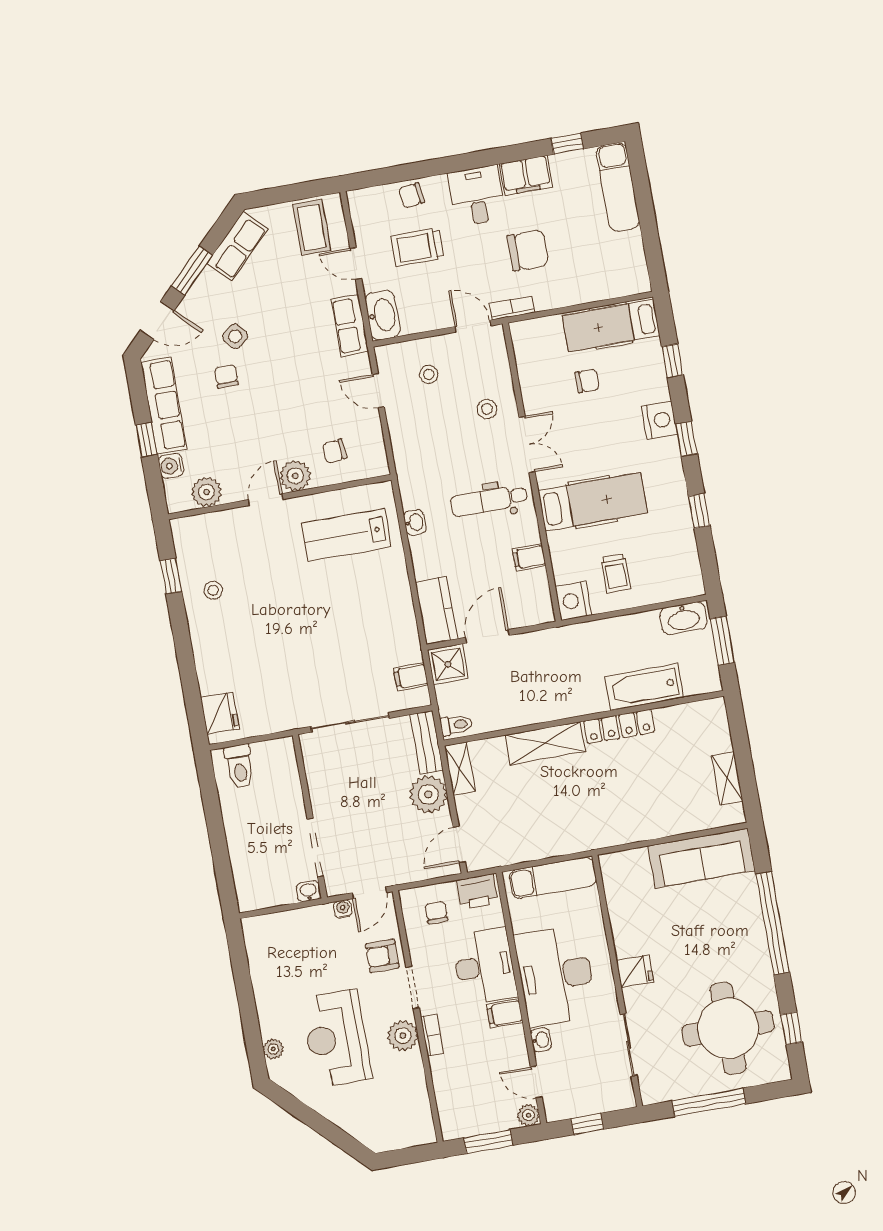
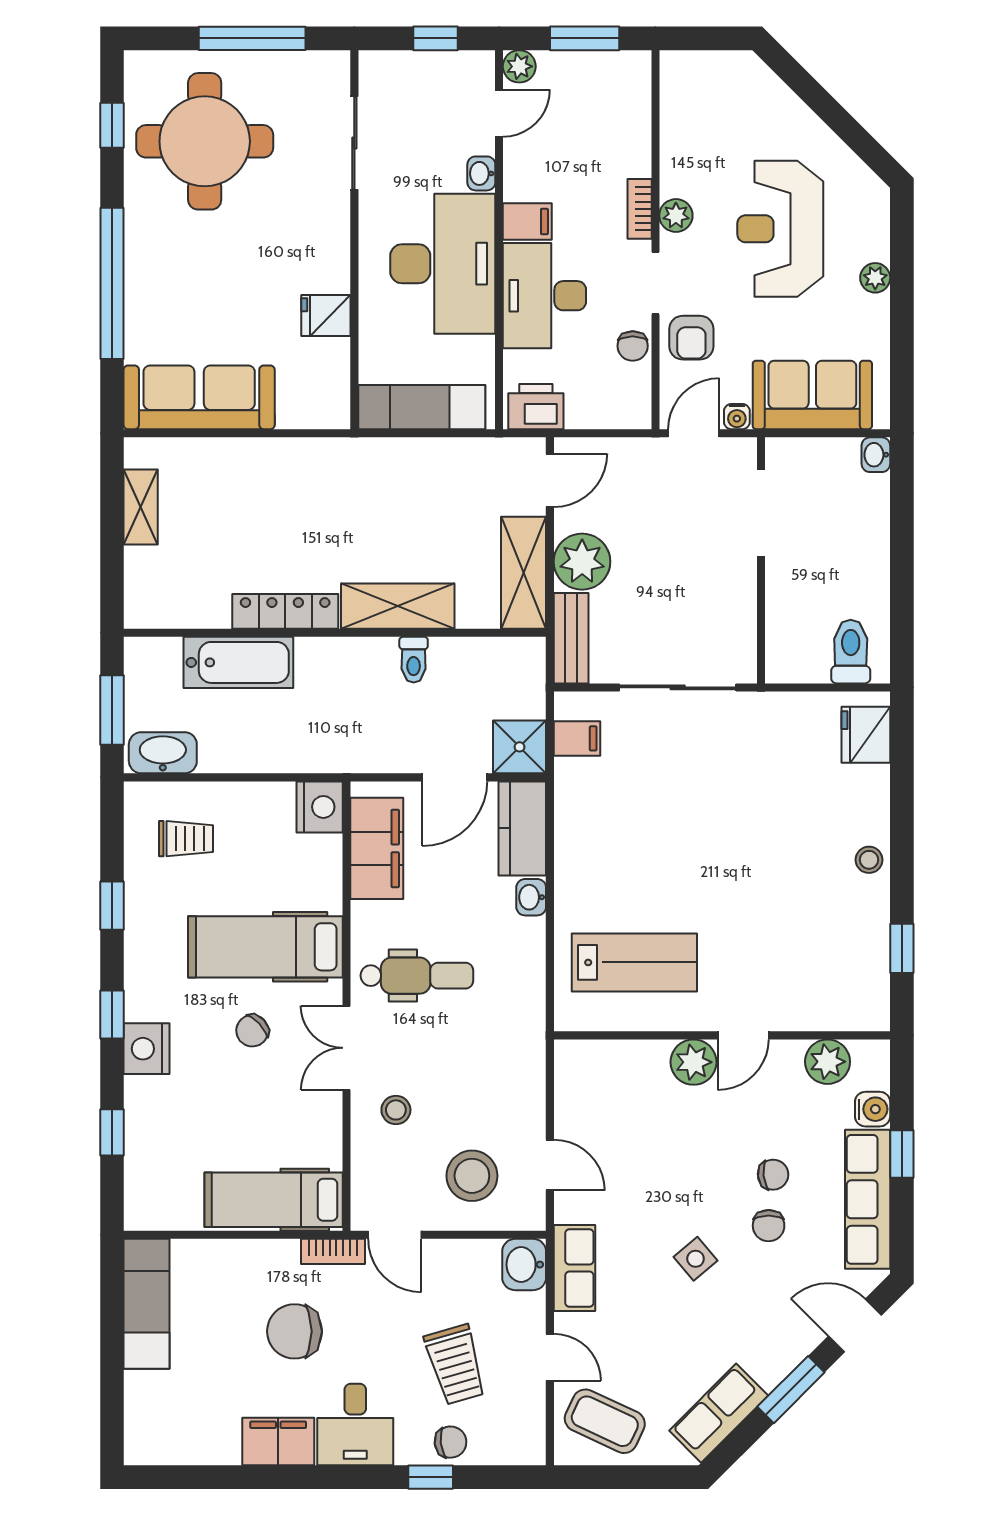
window: (567, 144) -> (431, 1477), moved
exam couch: (618, 187) -> (147, 1304), moved
coffee table: (312, 227) -> (605, 1421), turned -65
trolley: (417, 247) -> (455, 1365), turned 74
washbasin: (383, 315) -> (524, 1265), width x0.72
hospital bed: (611, 326) -> (274, 1200), moved, turned 180
side table: (235, 336) -> (696, 1259), moved
stool: (429, 374) -> (472, 1176), width x1.89, depth x1.89
chair: (587, 381) -> (252, 1031), moved, turned -43
chair: (335, 451) -> (773, 1175), moved
washbasin: (415, 522) -> (531, 897), moved
filing cabinet: (529, 557) -> (377, 848), width x3.00, depth x1.17
trolley: (616, 574) -> (186, 839), moved, turned 90
stool: (213, 590) -> (869, 860), moved
toilet: (456, 725) -> (414, 660), moved, turned -90
shelving: (460, 768) -> (524, 573), width x1.50, depth x1.33
washbasin: (309, 891) -> (876, 455), moved, turned 90
chair: (436, 913) -> (633, 346), moved
sofa: (295, 932) -> (812, 395), added
armchair: (382, 956) -> (691, 338), turned 90
fridge: (635, 971) -> (326, 315), moved
plant: (403, 1036) -> (676, 216), width x0.73, depth x0.73
reception desk: (336, 1038) -> (780, 229), turned 180
plant: (273, 1049) -> (875, 278), moved
door: (536, 1082) -> (499, 113), hinge flipped

